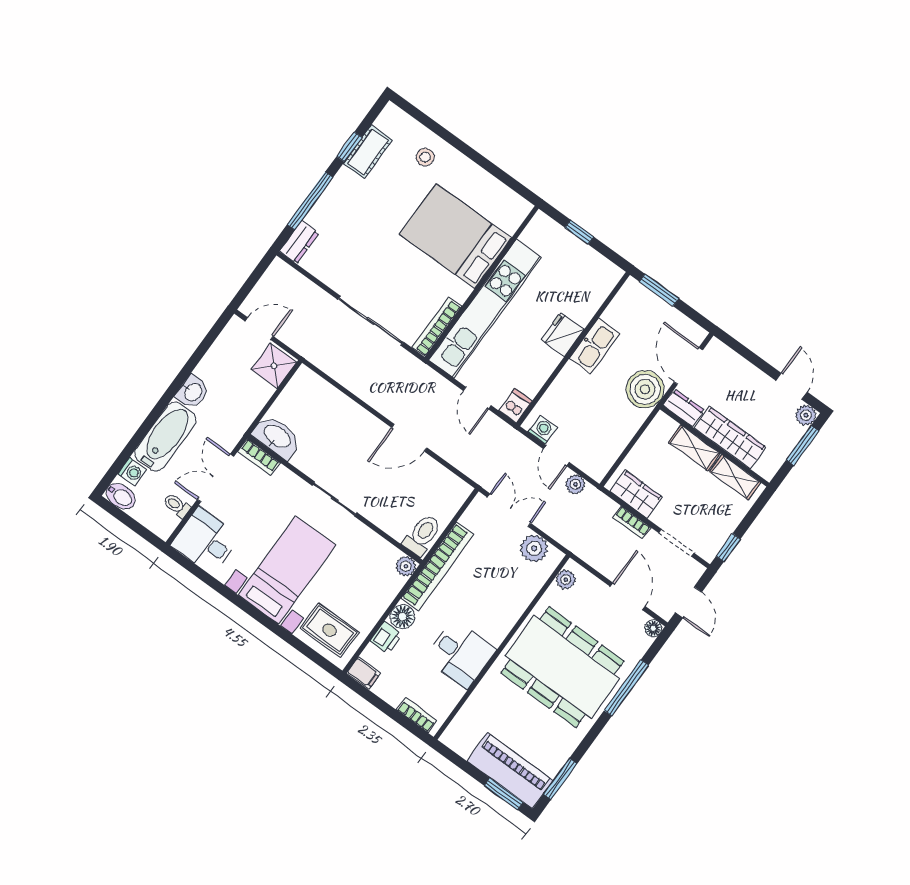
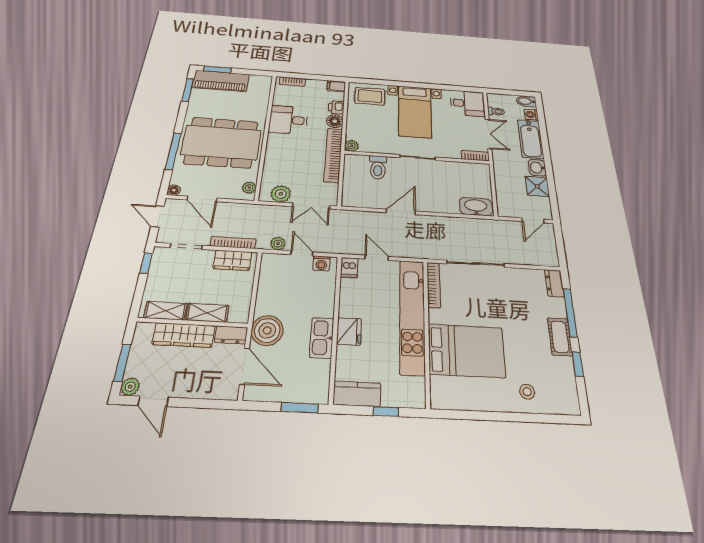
cot: (368, 152) -> (560, 337), moved
kitchen counter: (596, 267) -> (357, 394), added
shower: (274, 366) -> (537, 186), moved
washbasin: (277, 437) -> (476, 207), moved, turned 180
bookcase: (632, 522) -> (233, 242), width x1.56
toilet: (422, 535) -> (378, 167), moved

